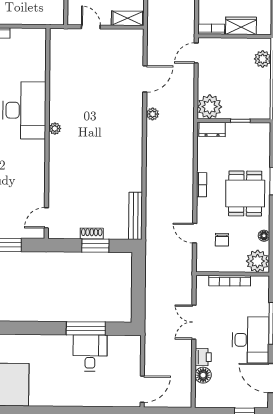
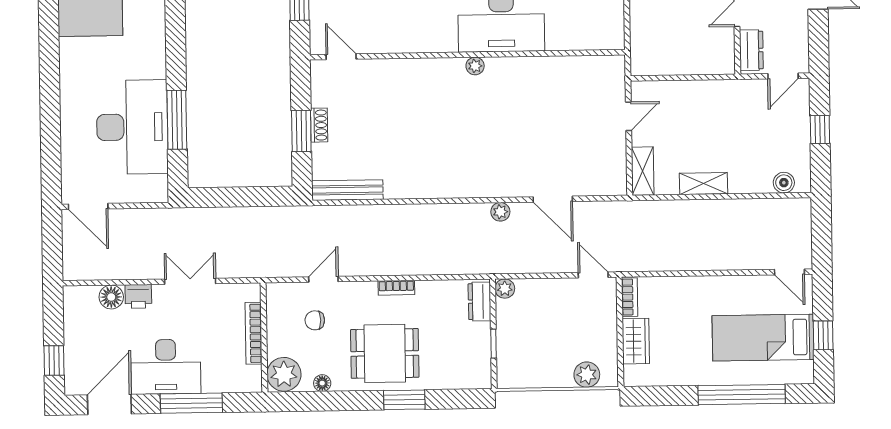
plant: (210, 107) -> (505, 289), width x0.53, depth x0.53
desk: (90, 353) -> (132, 127), width x1.87, depth x1.30

